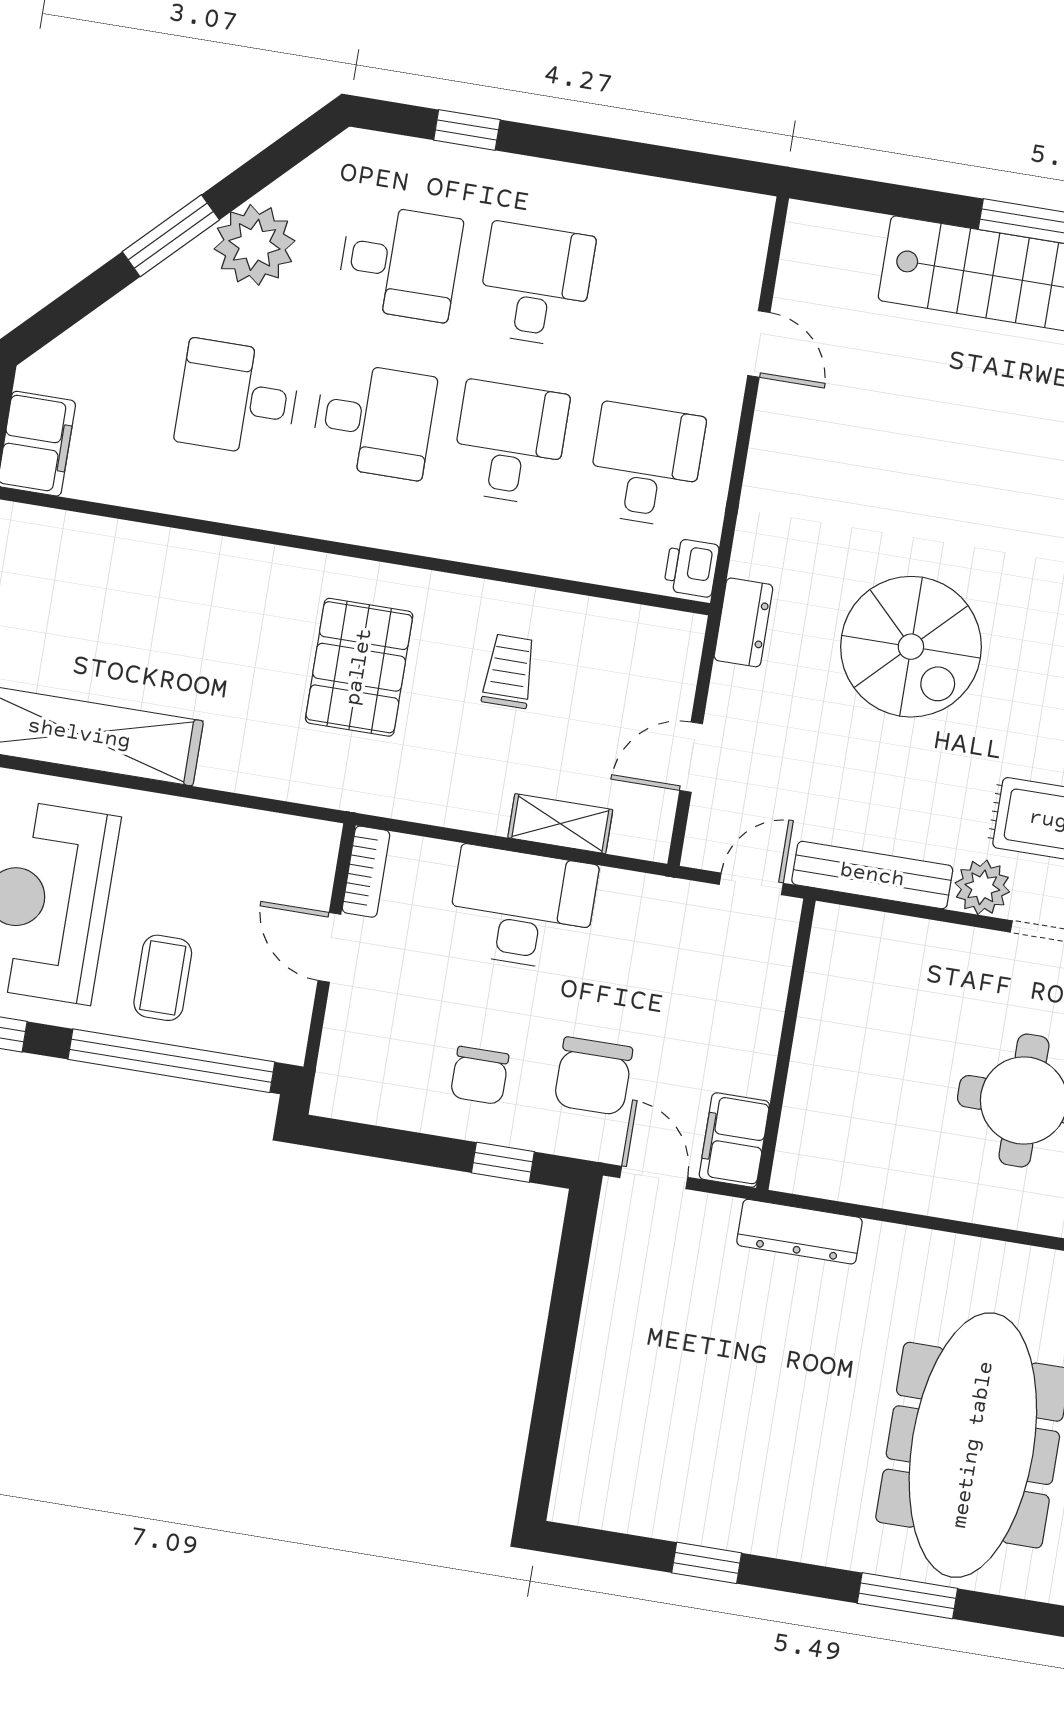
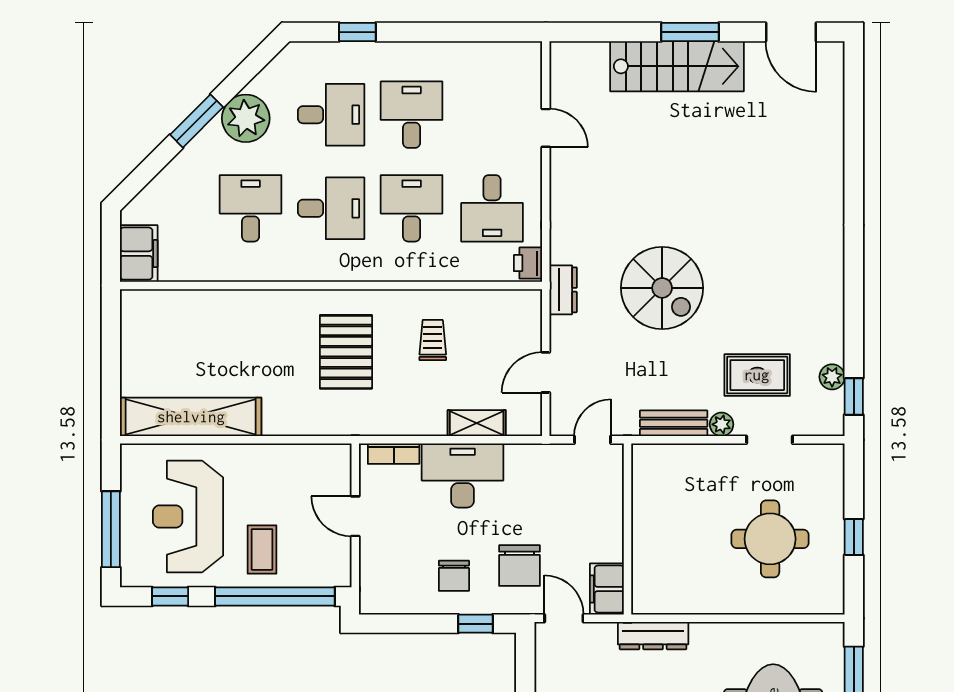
desk: (238, 398) -> (251, 208), turned 90
desk: (646, 465) -> (492, 208), turned 180
bookcase: (366, 872) -> (394, 454), moved, turned 90
bench: (872, 875) -> (674, 423), width x0.73
plant: (982, 887) -> (722, 424), width x0.73, depth x0.73

